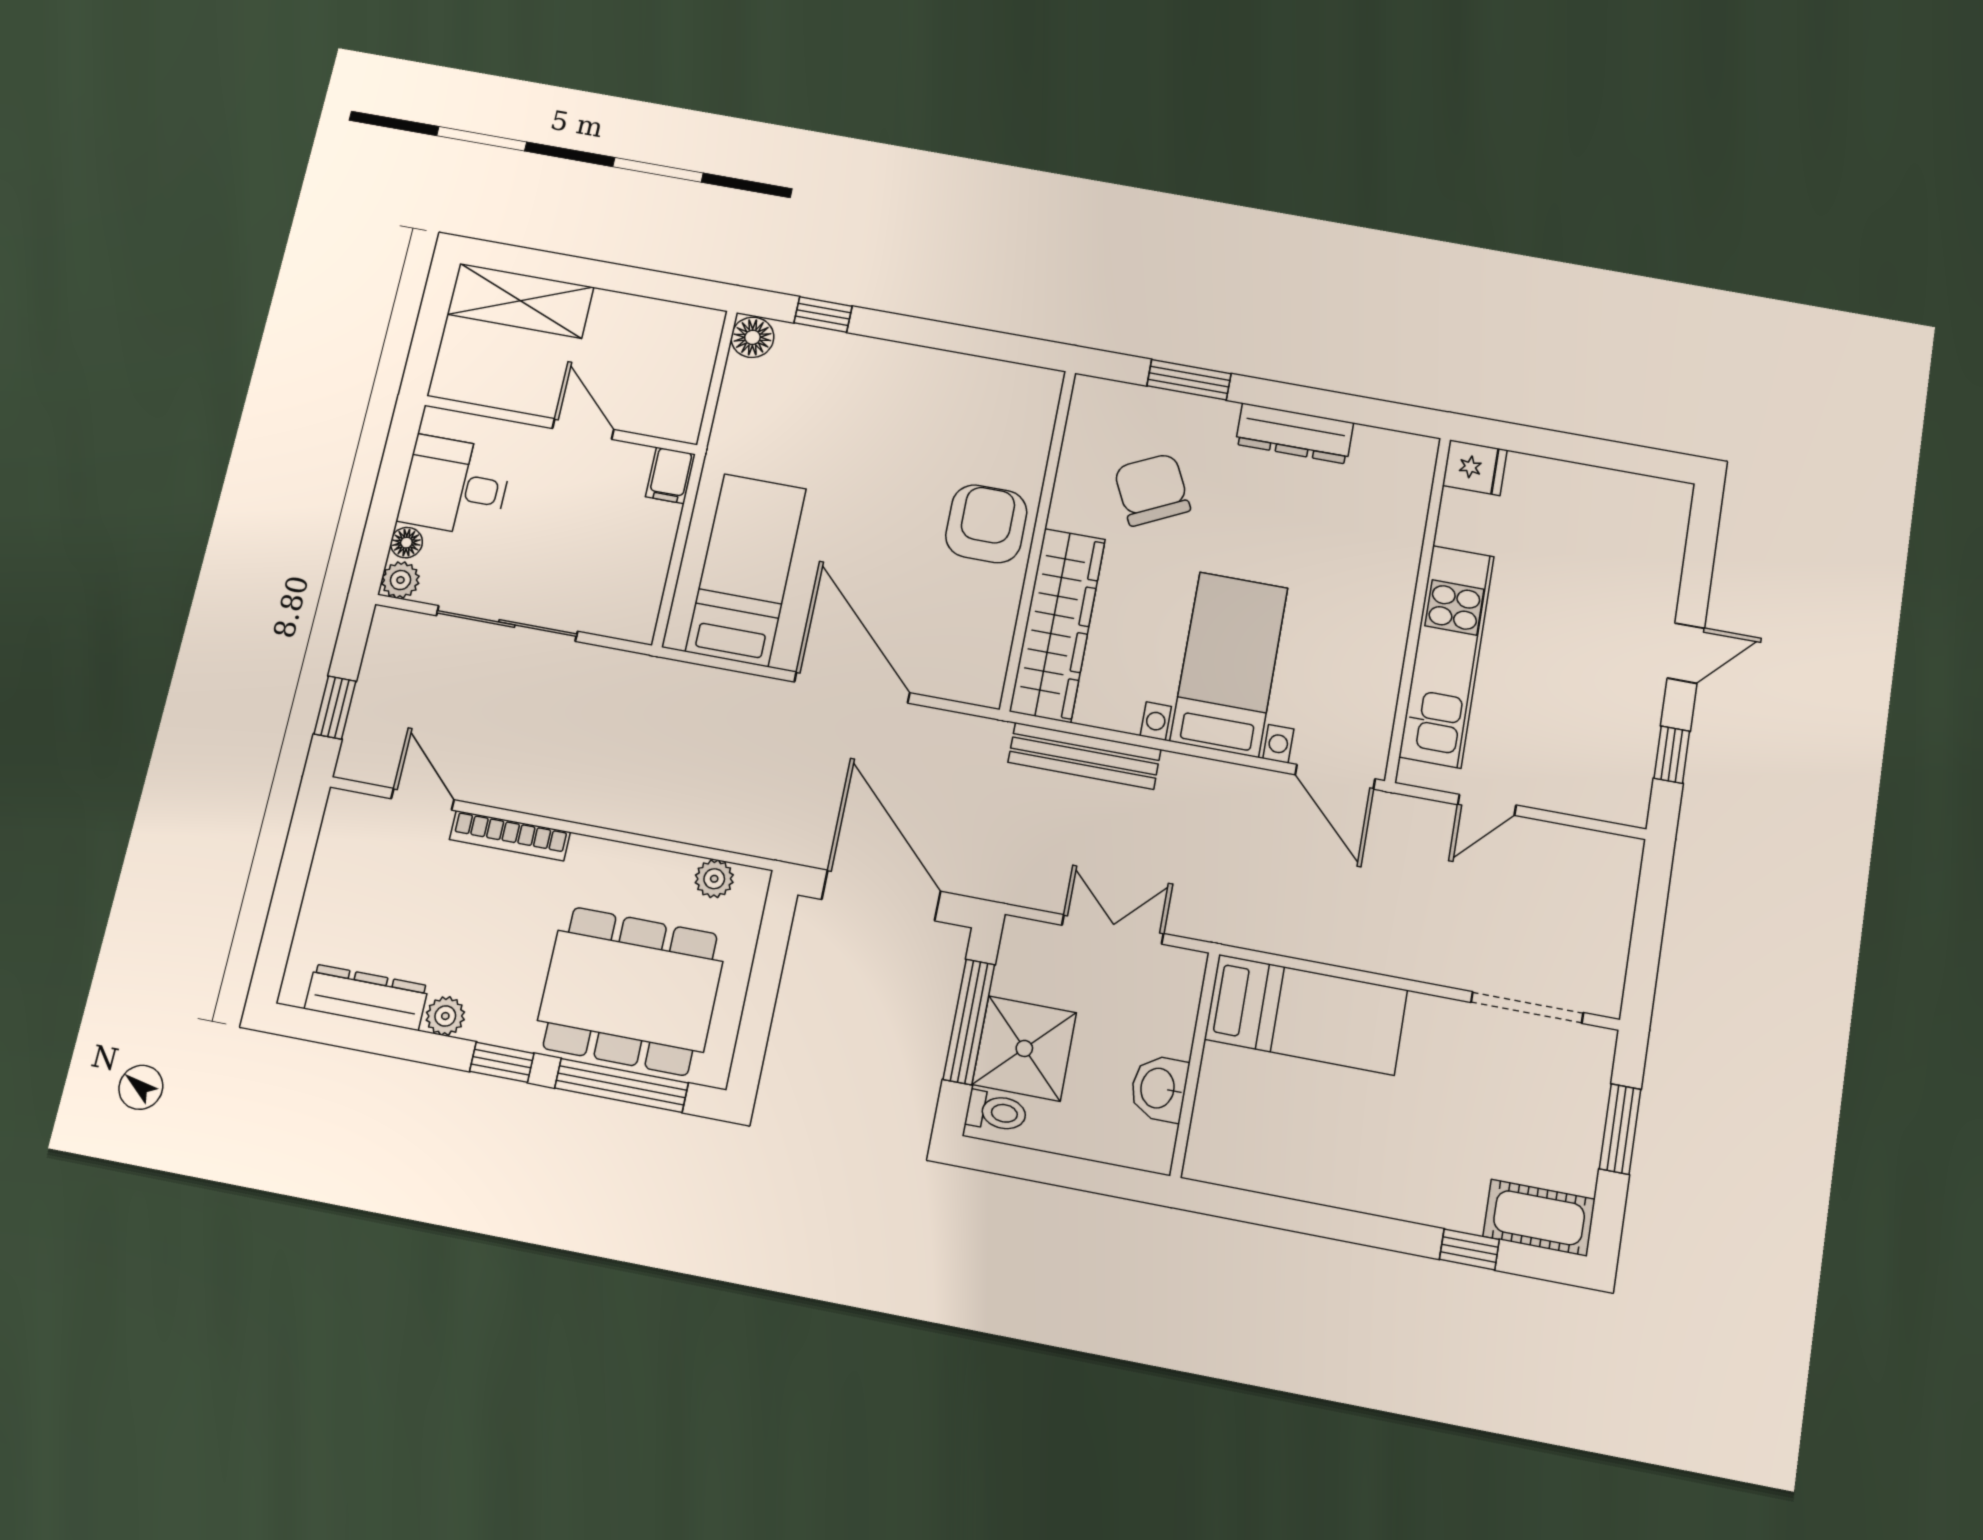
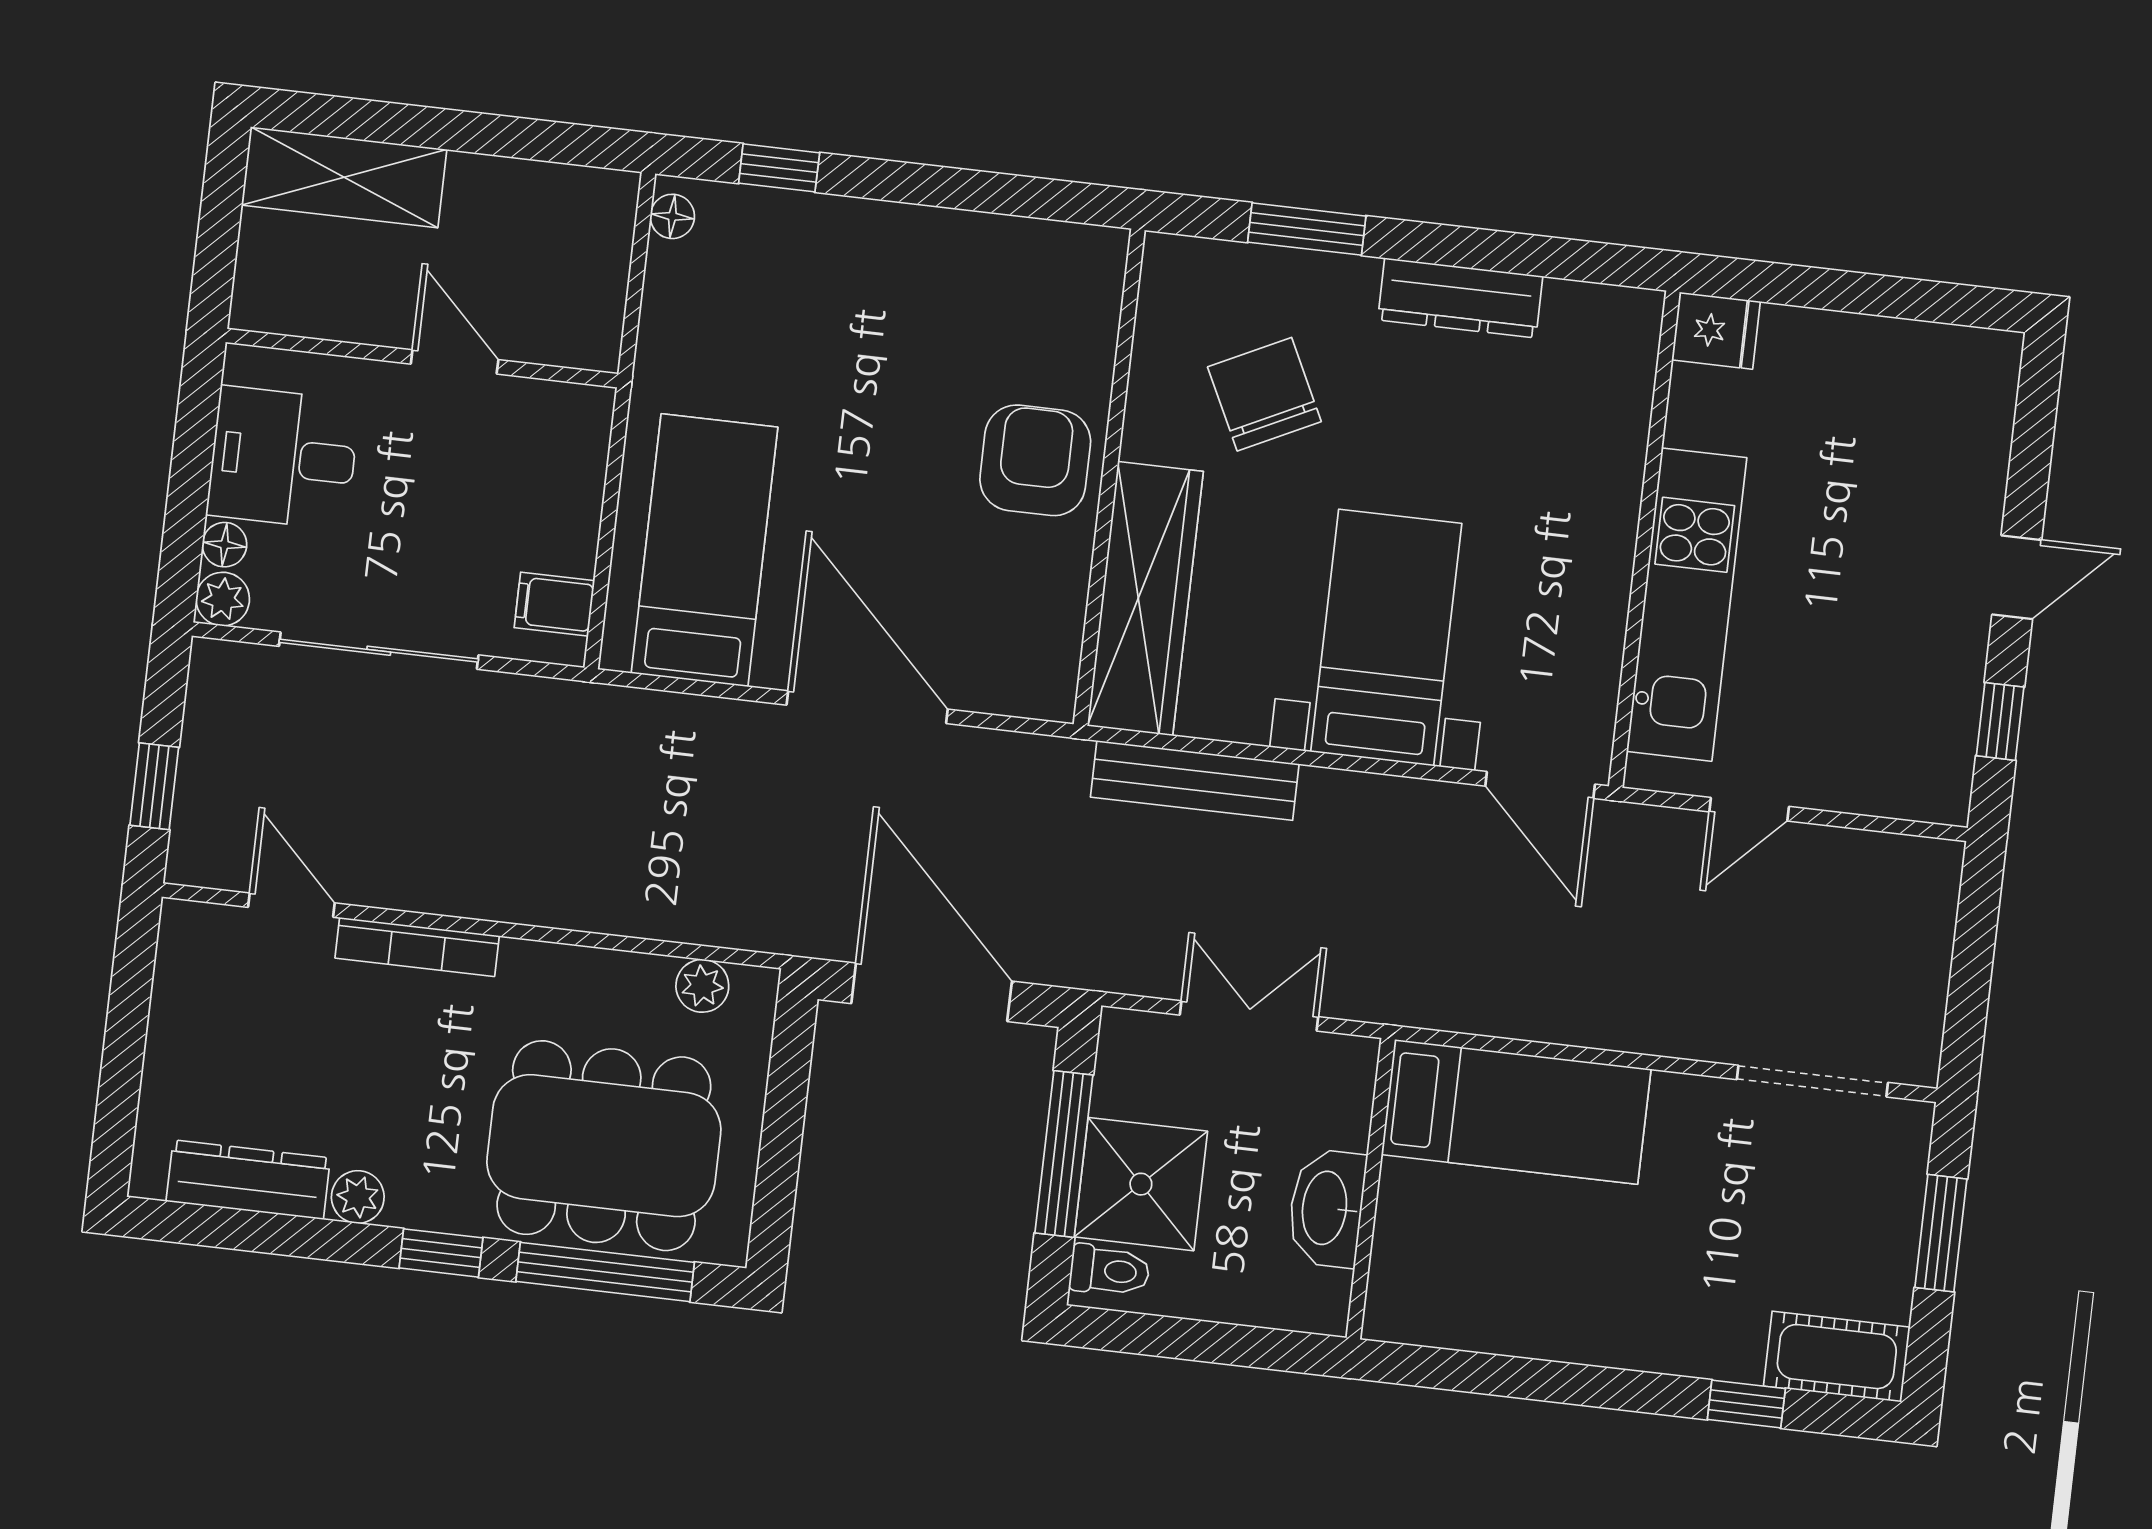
floor lamp: (752, 337) -> (672, 216), width x0.73, depth x0.73
filing cabinet: (670, 475) -> (554, 604), moved, turned 90
washbasin: (1159, 1088) -> (1327, 1208), width x1.38

